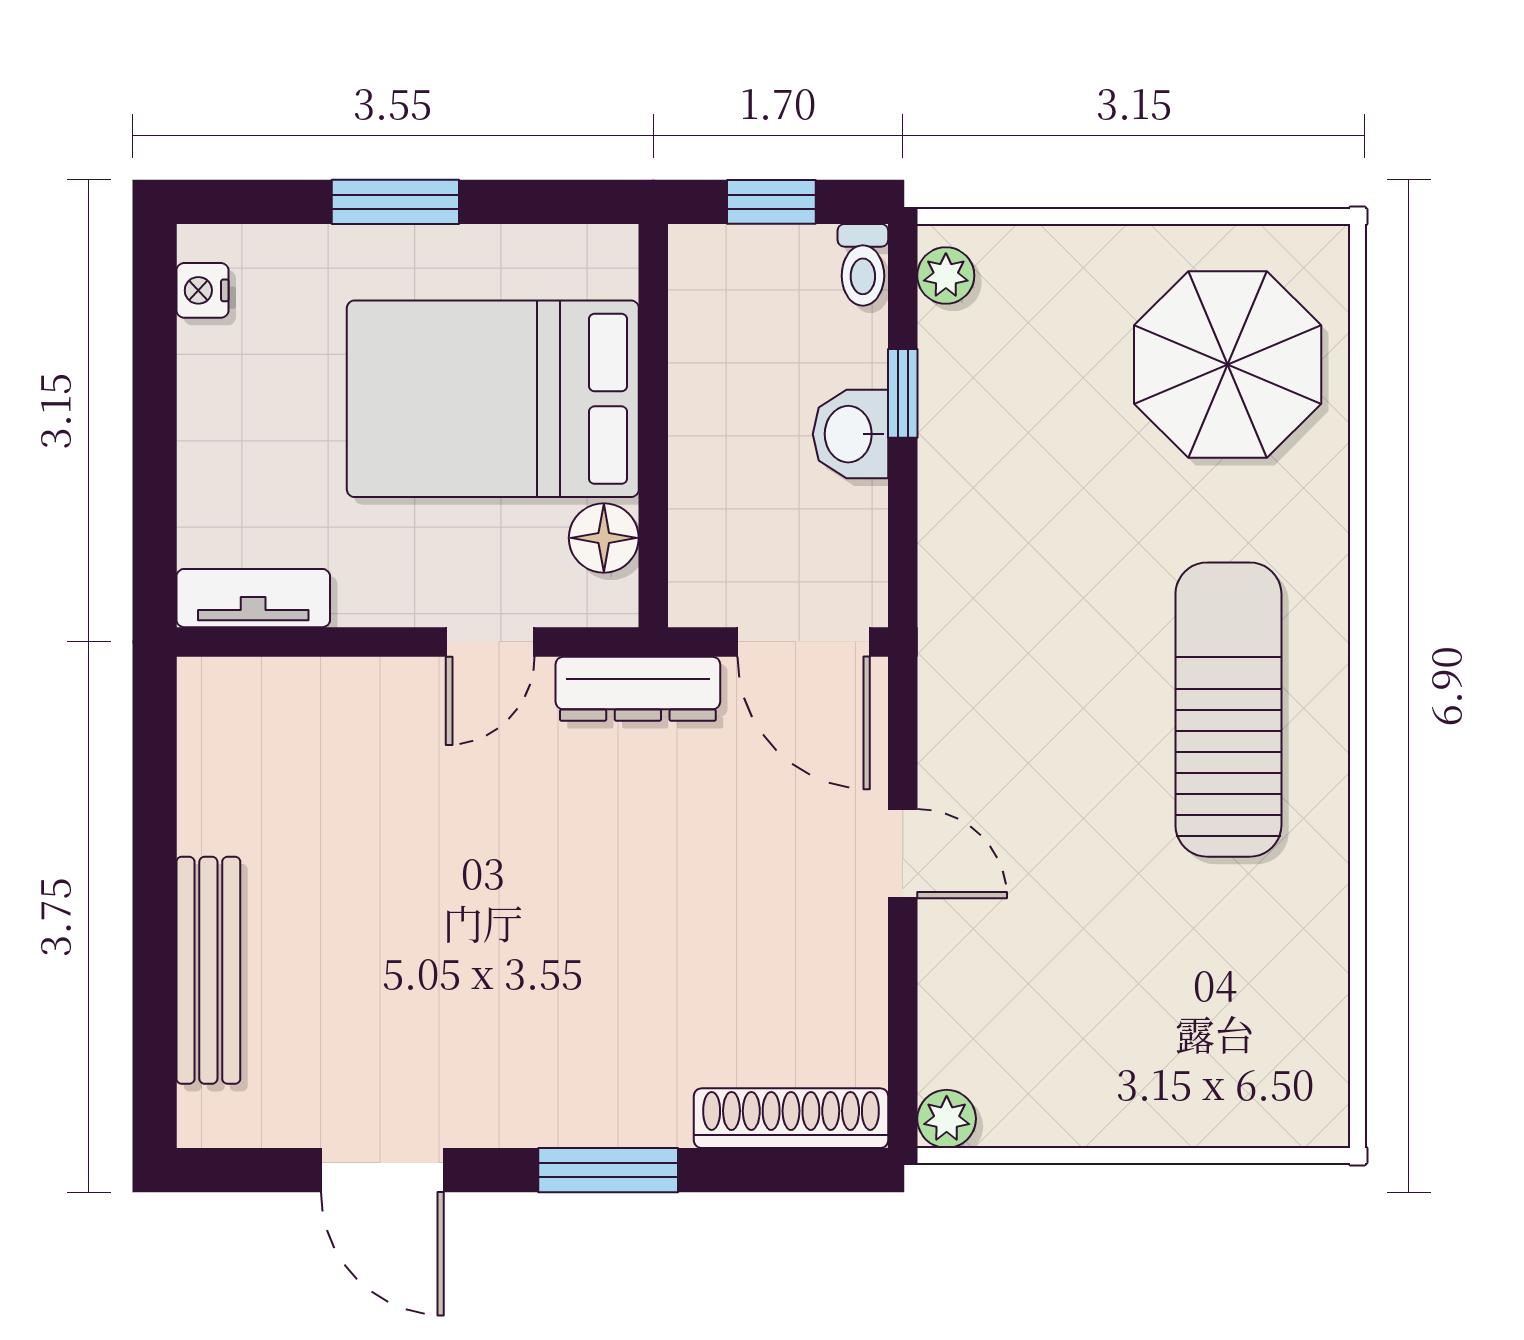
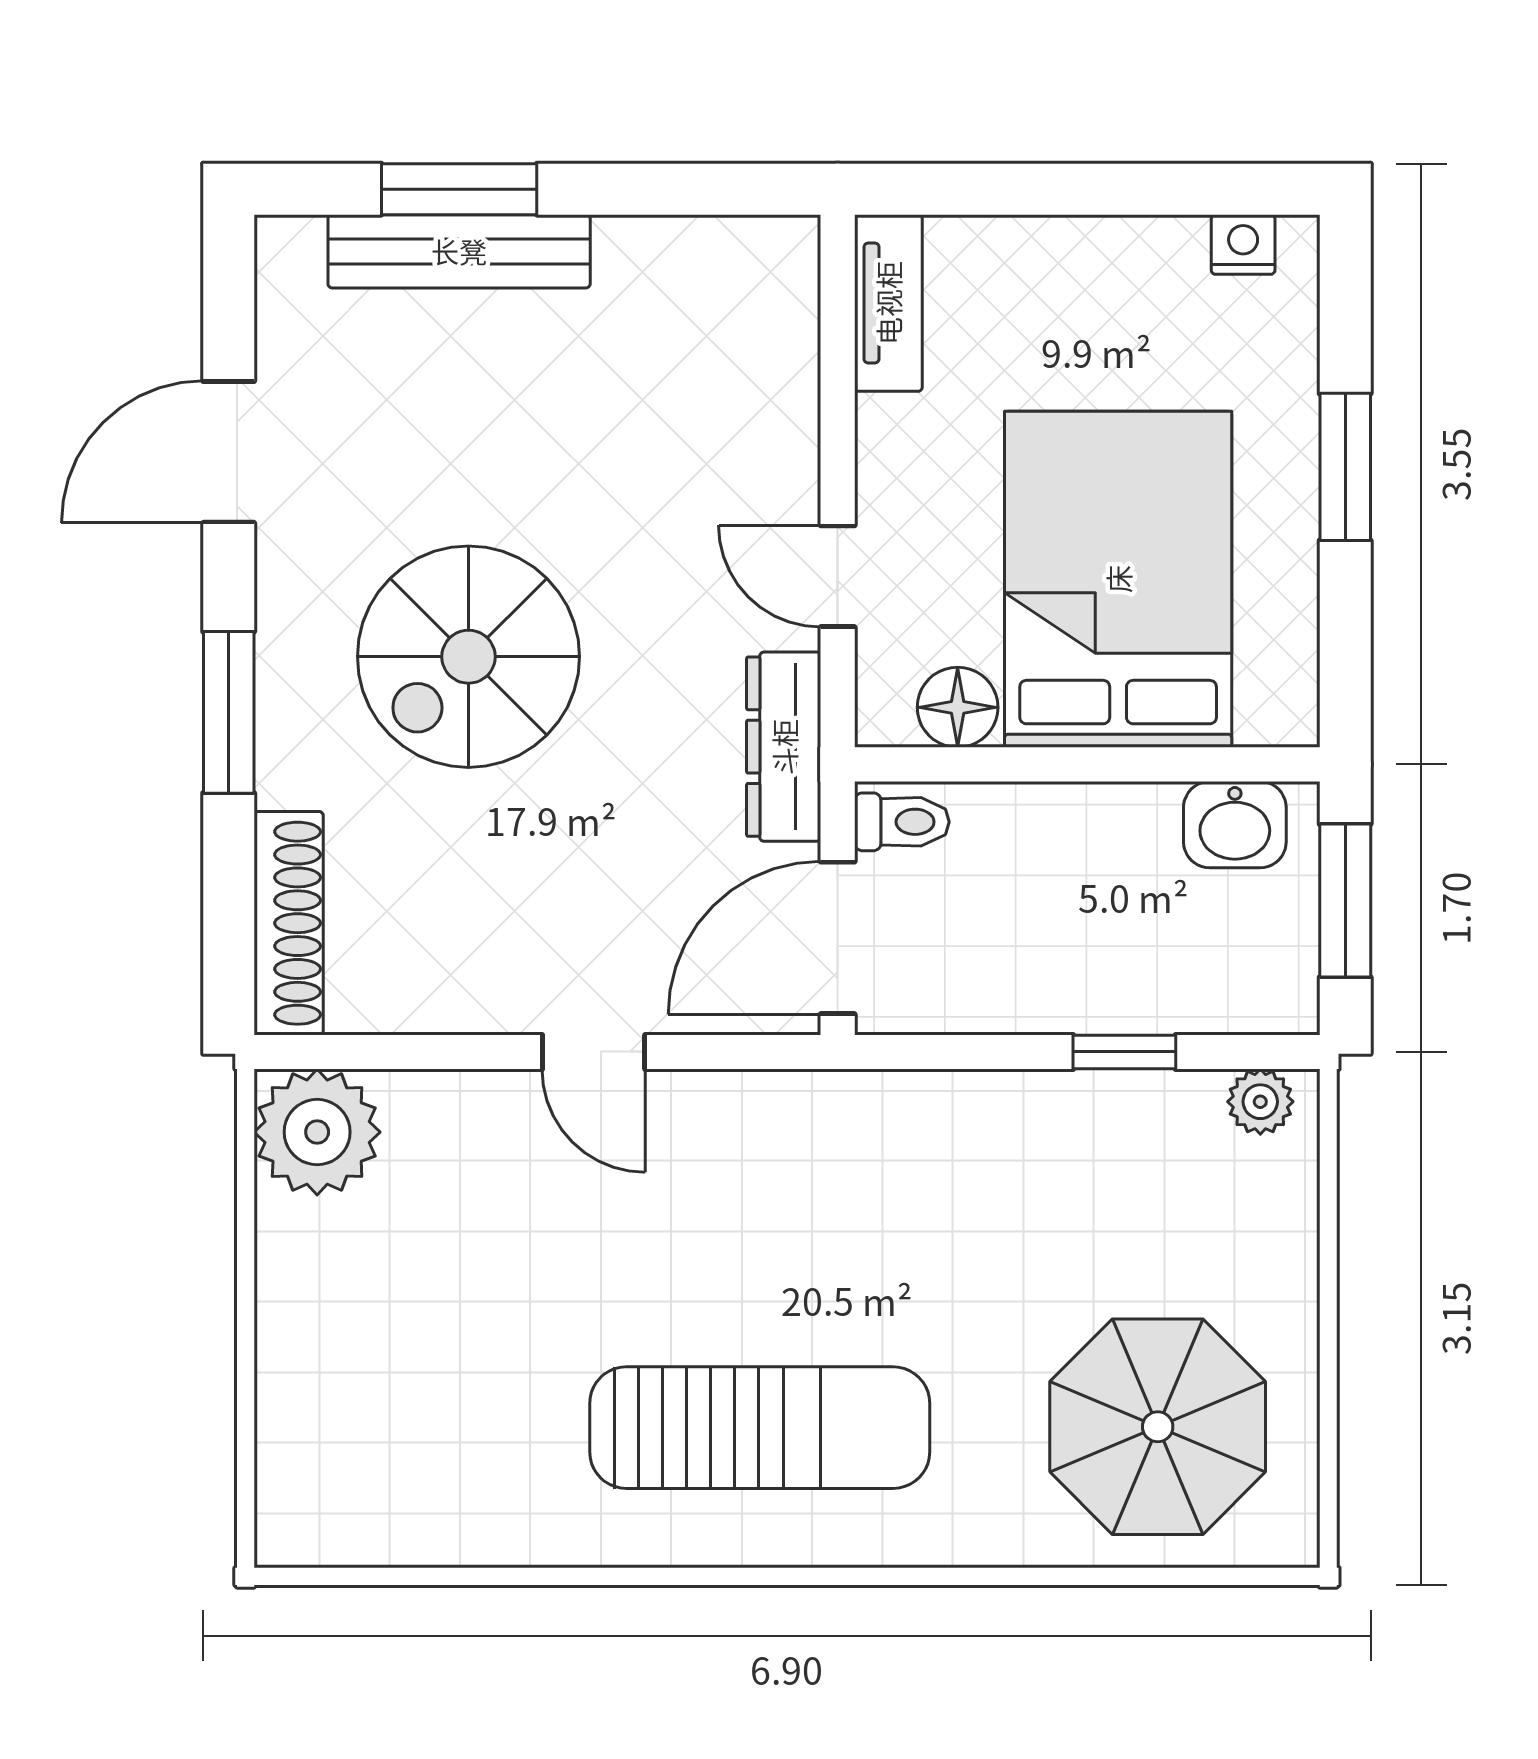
window: (771, 202) -> (1345, 901), width x1.50
toilet: (863, 265) -> (902, 822), moved, turned 180
washbasin: (850, 434) -> (1235, 825), moved, turned 180
door: (903, 854) -> (594, 1052), hinge flipped
spiral stairs: (560, 962) -> (468, 657), added
window: (155, 970) -> (459, 189), added
plant: (947, 1119) -> (317, 1132), width x1.87, depth x1.87

